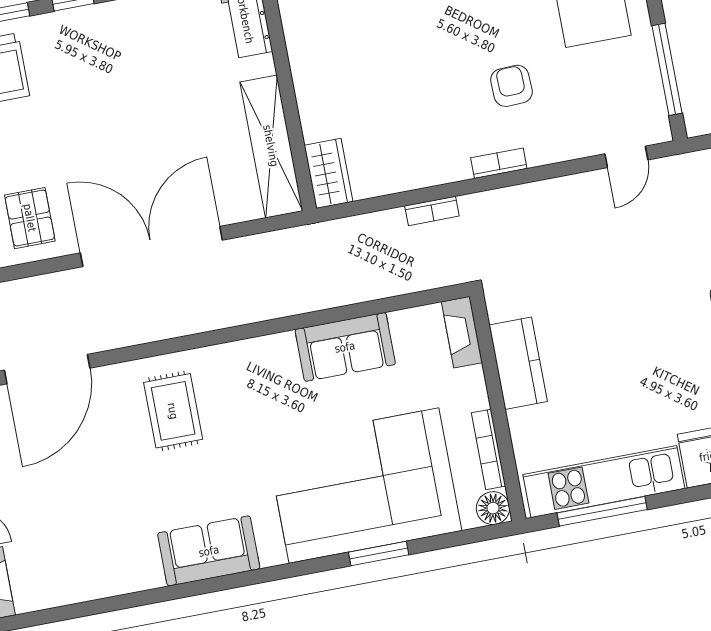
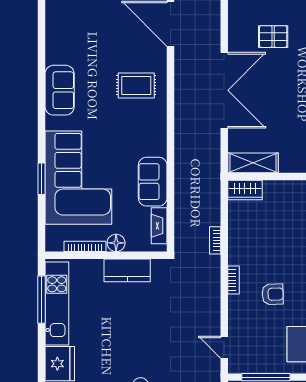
shelving: (271, 146) -> (253, 163), width x0.68
pallet: (30, 218) -> (273, 37), moved
fireplace: (462, 332) -> (159, 226), moved, turned -90
floor lamp: (493, 508) -> (116, 243), moved

